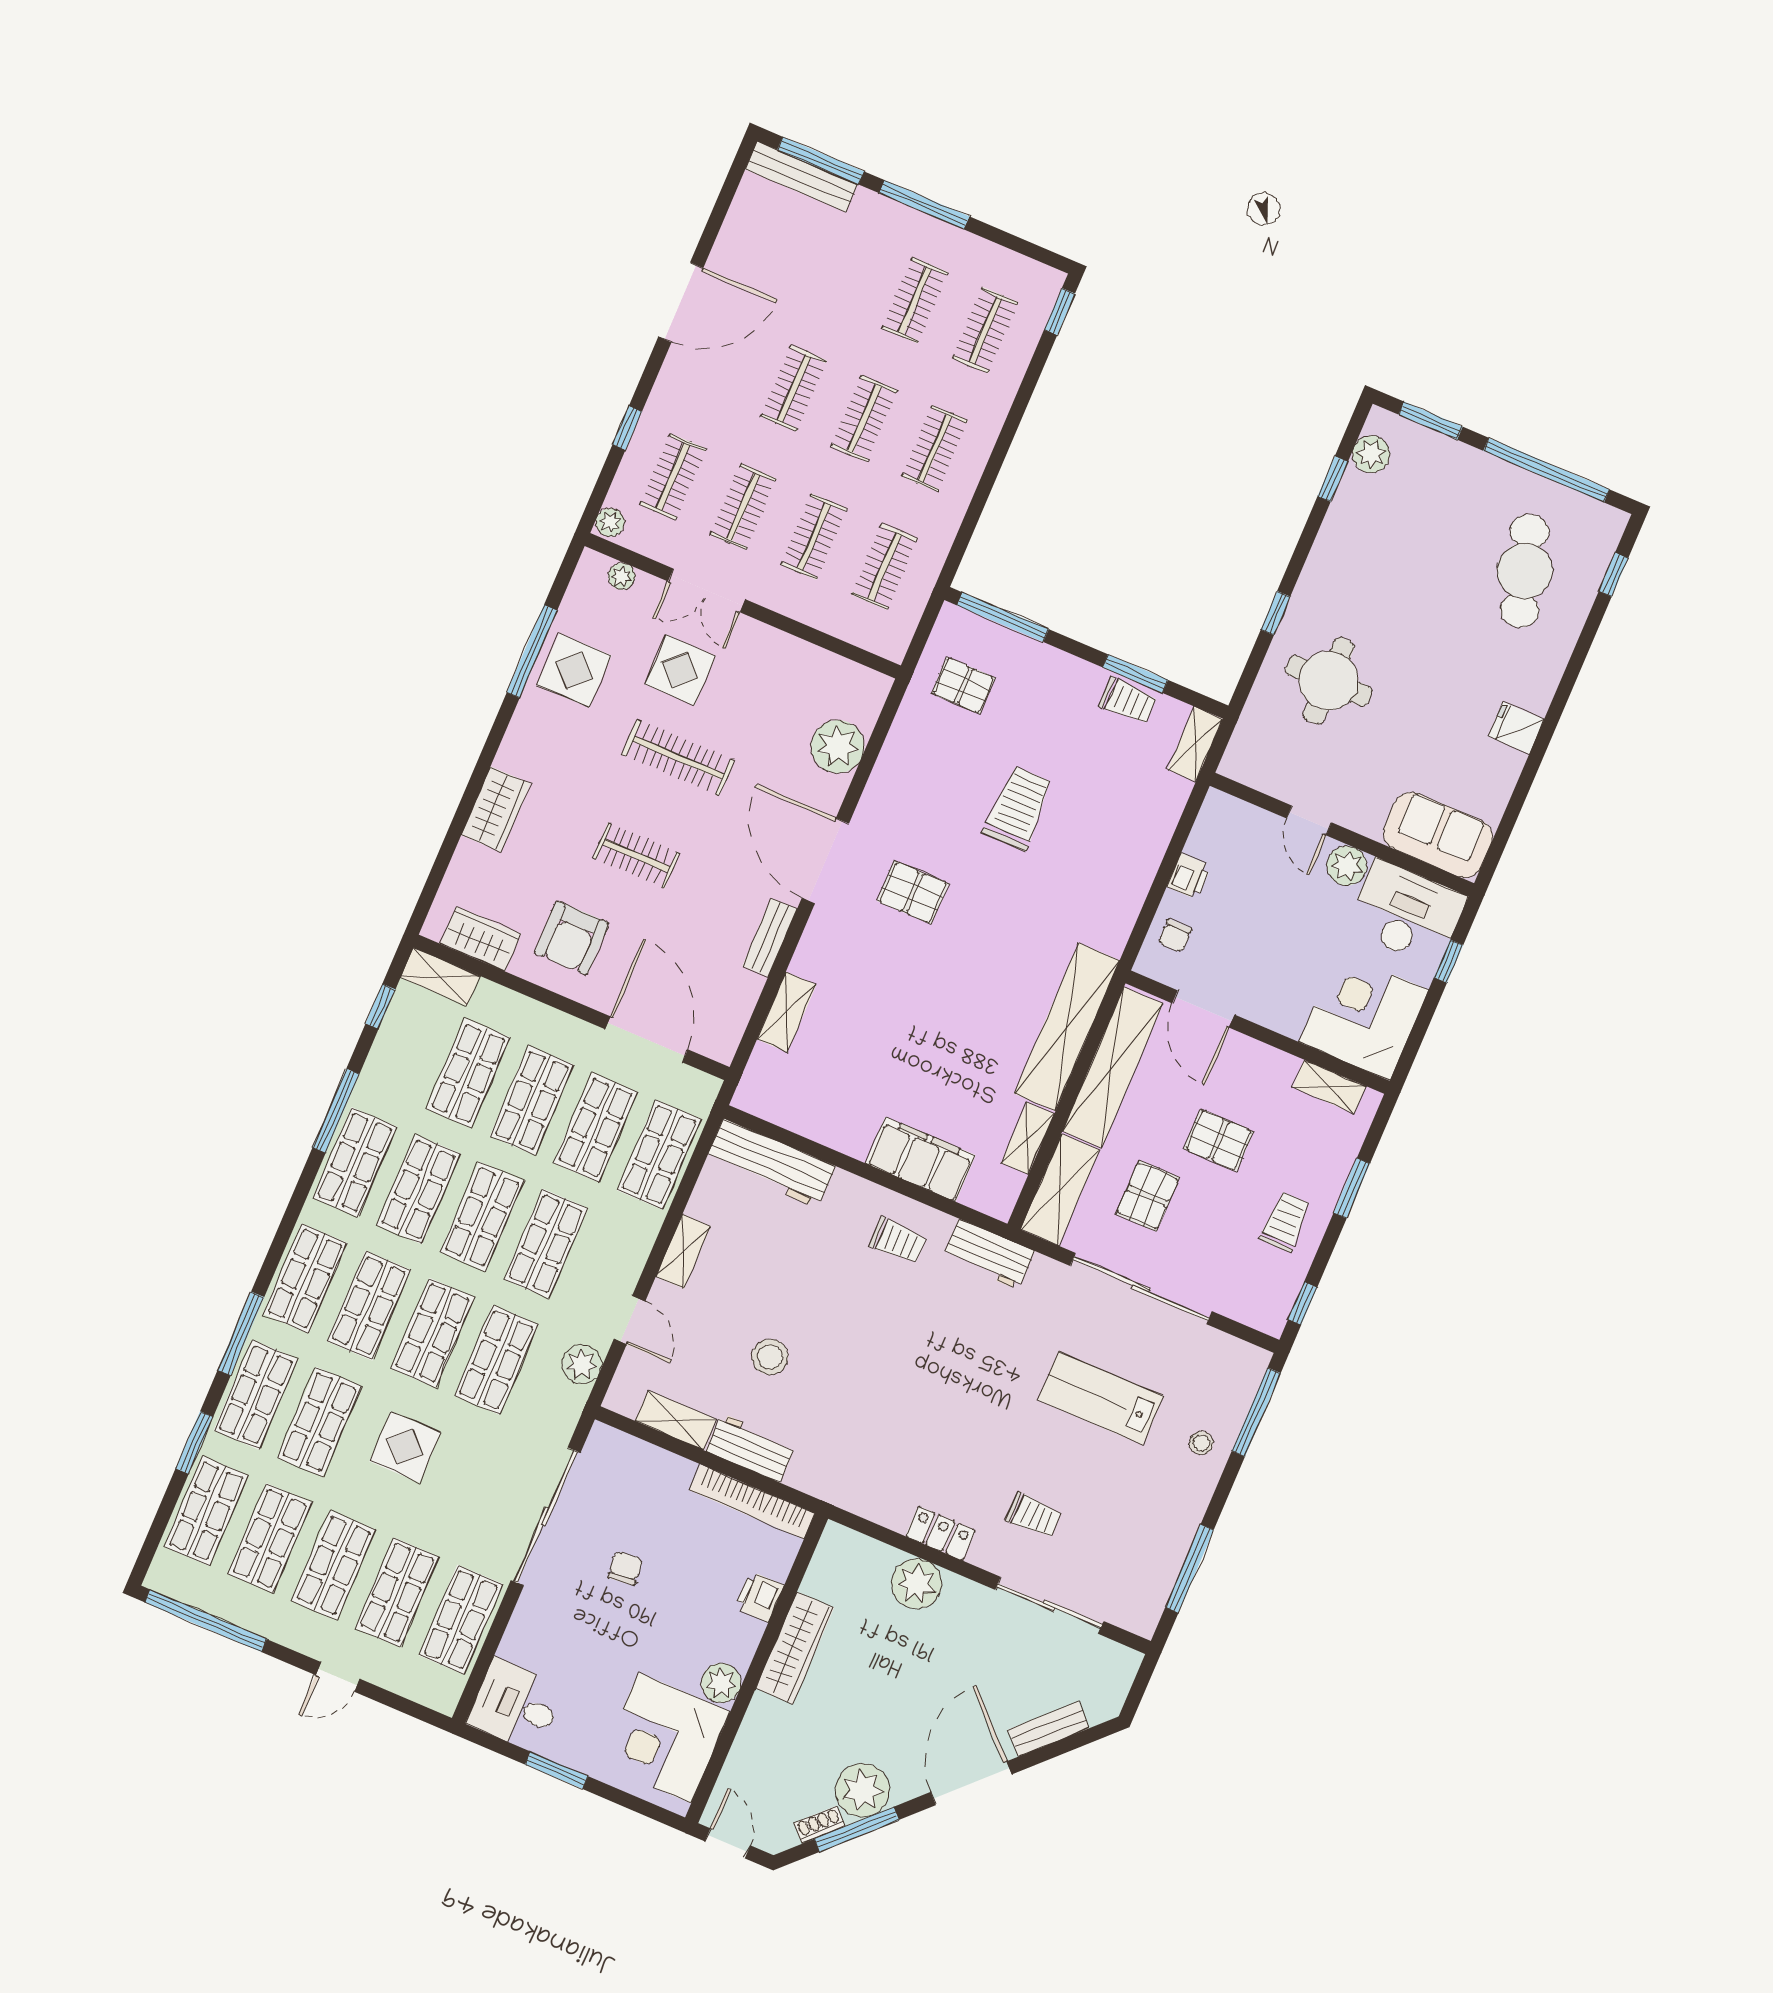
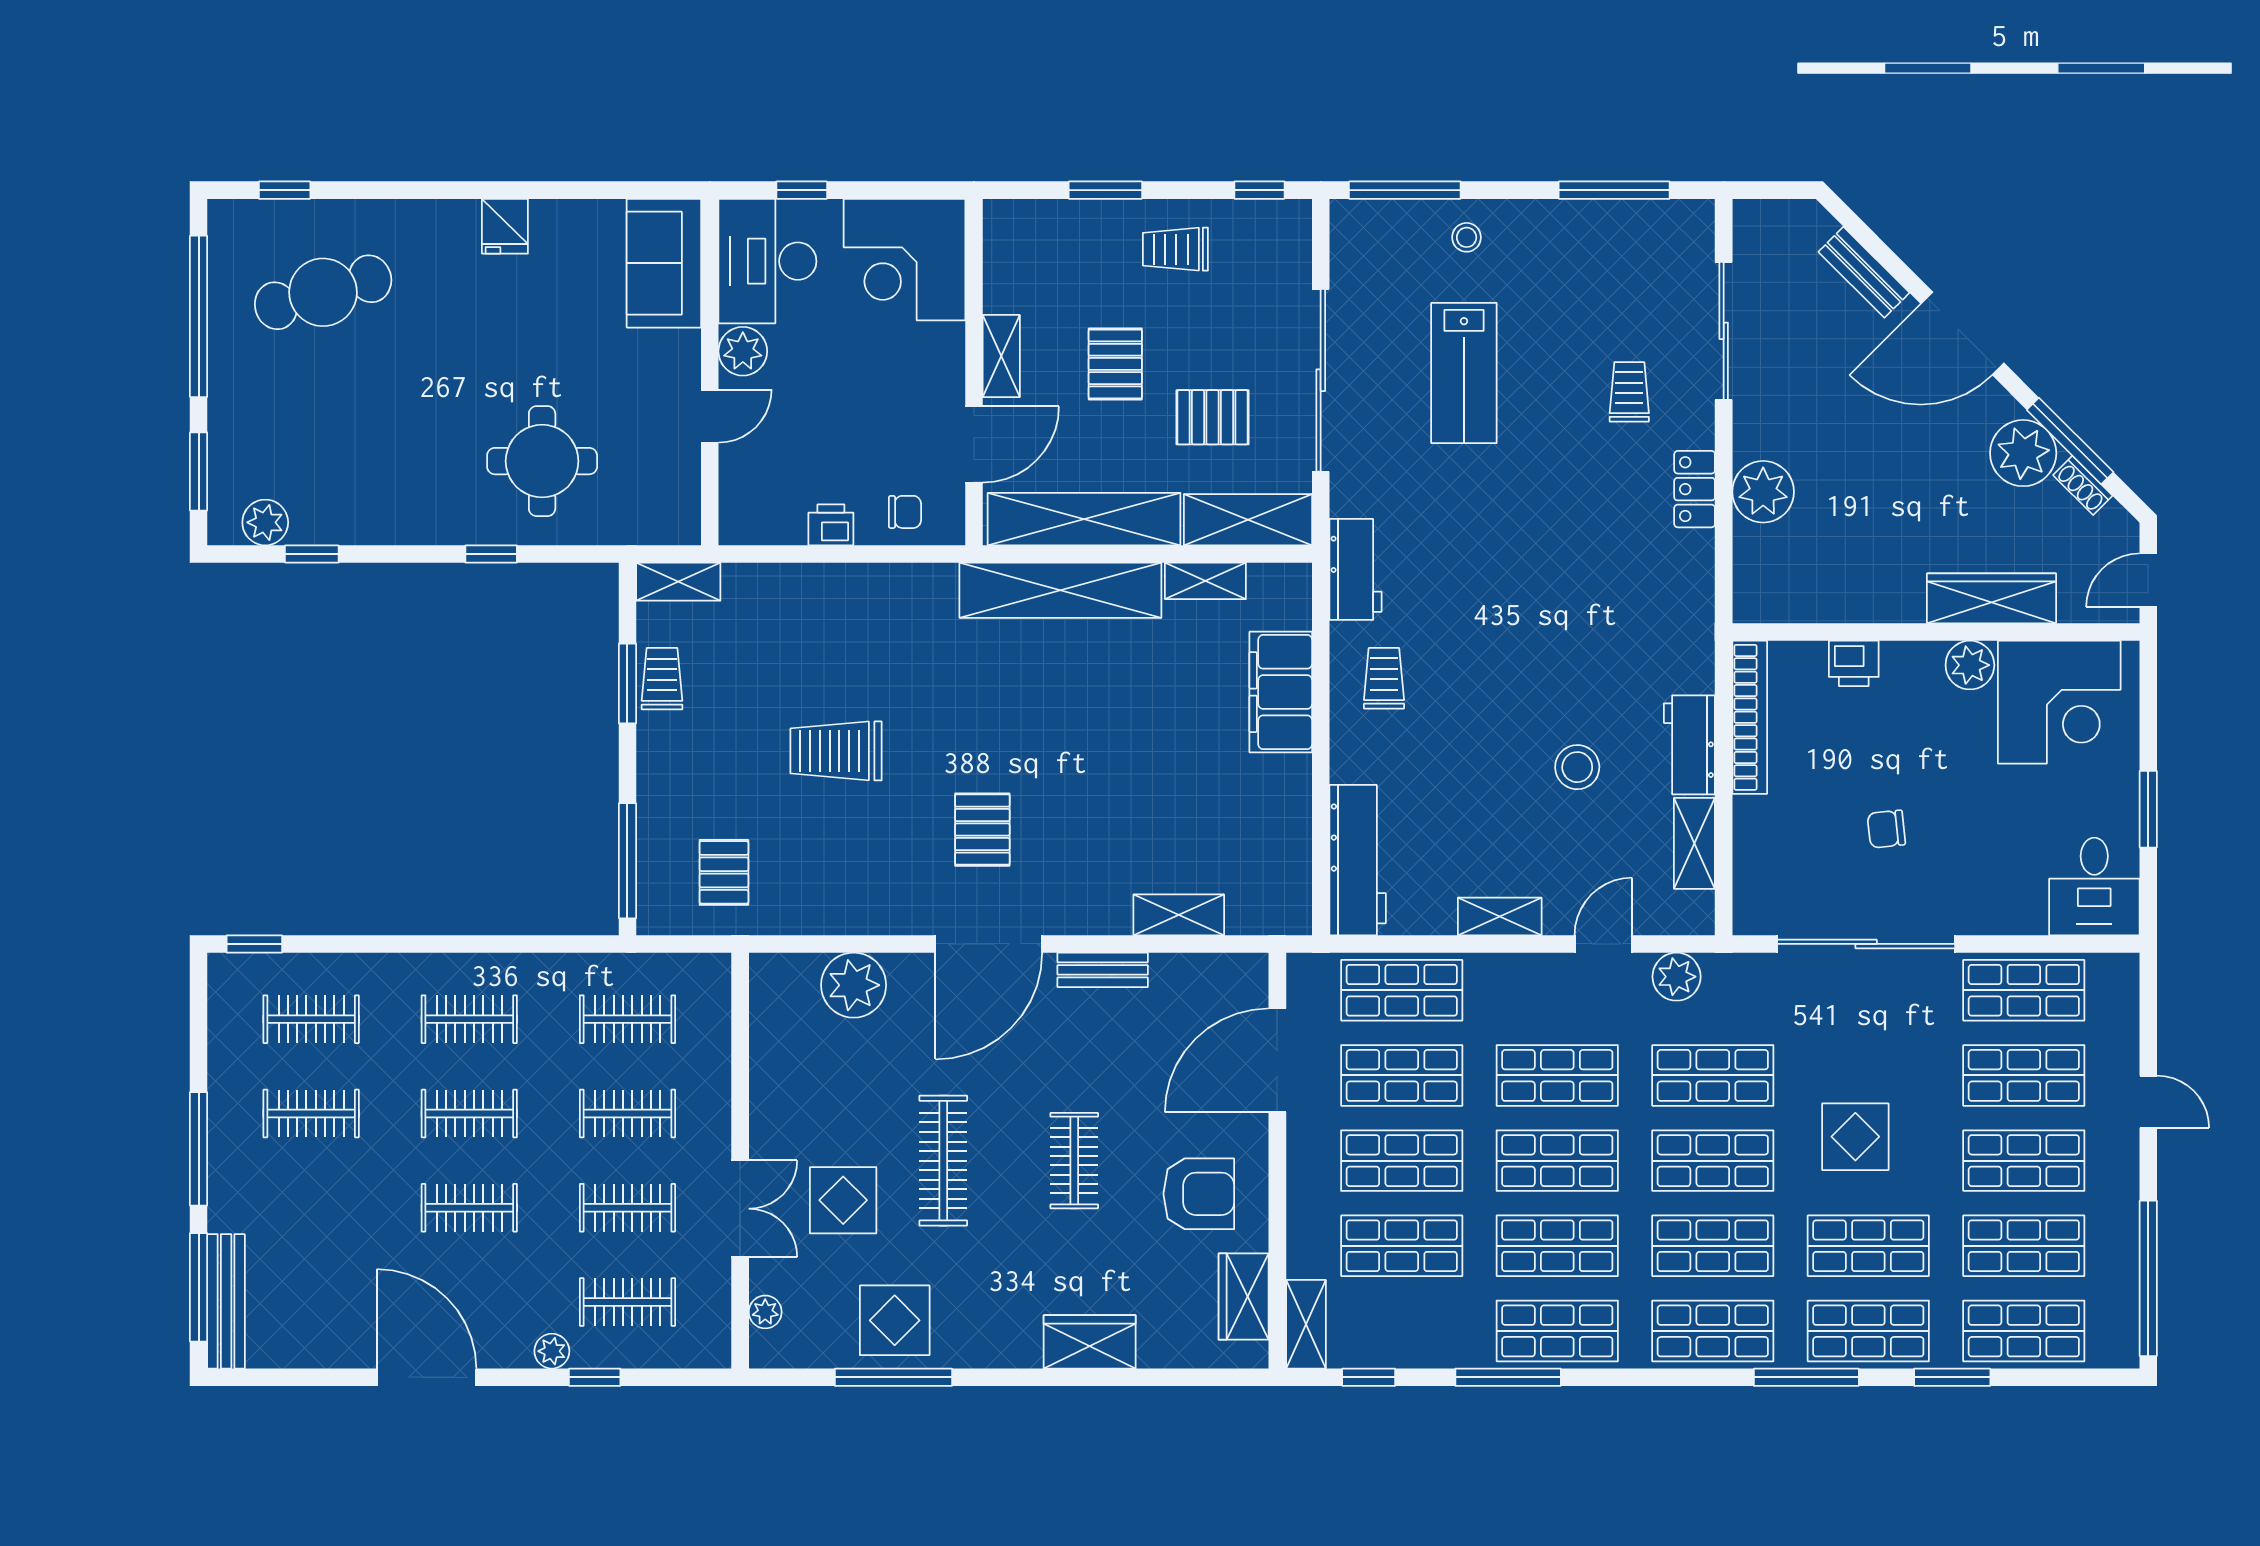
plant: (610, 522) -> (552, 1351), moved
shelving: (1329, 1087) -> (1001, 356), moved
wardrobe: (795, 1648) -> (1992, 598), moved

